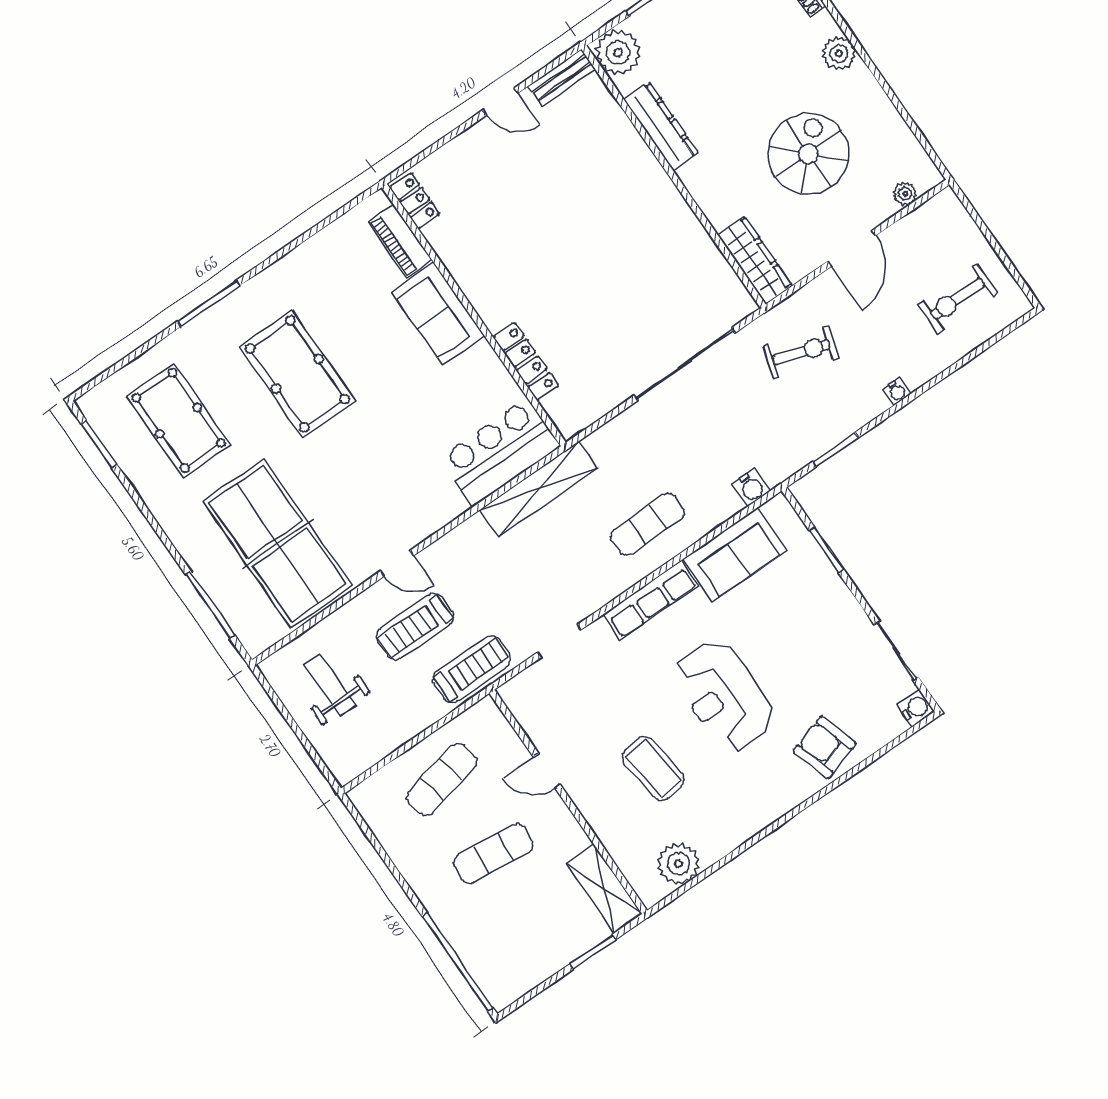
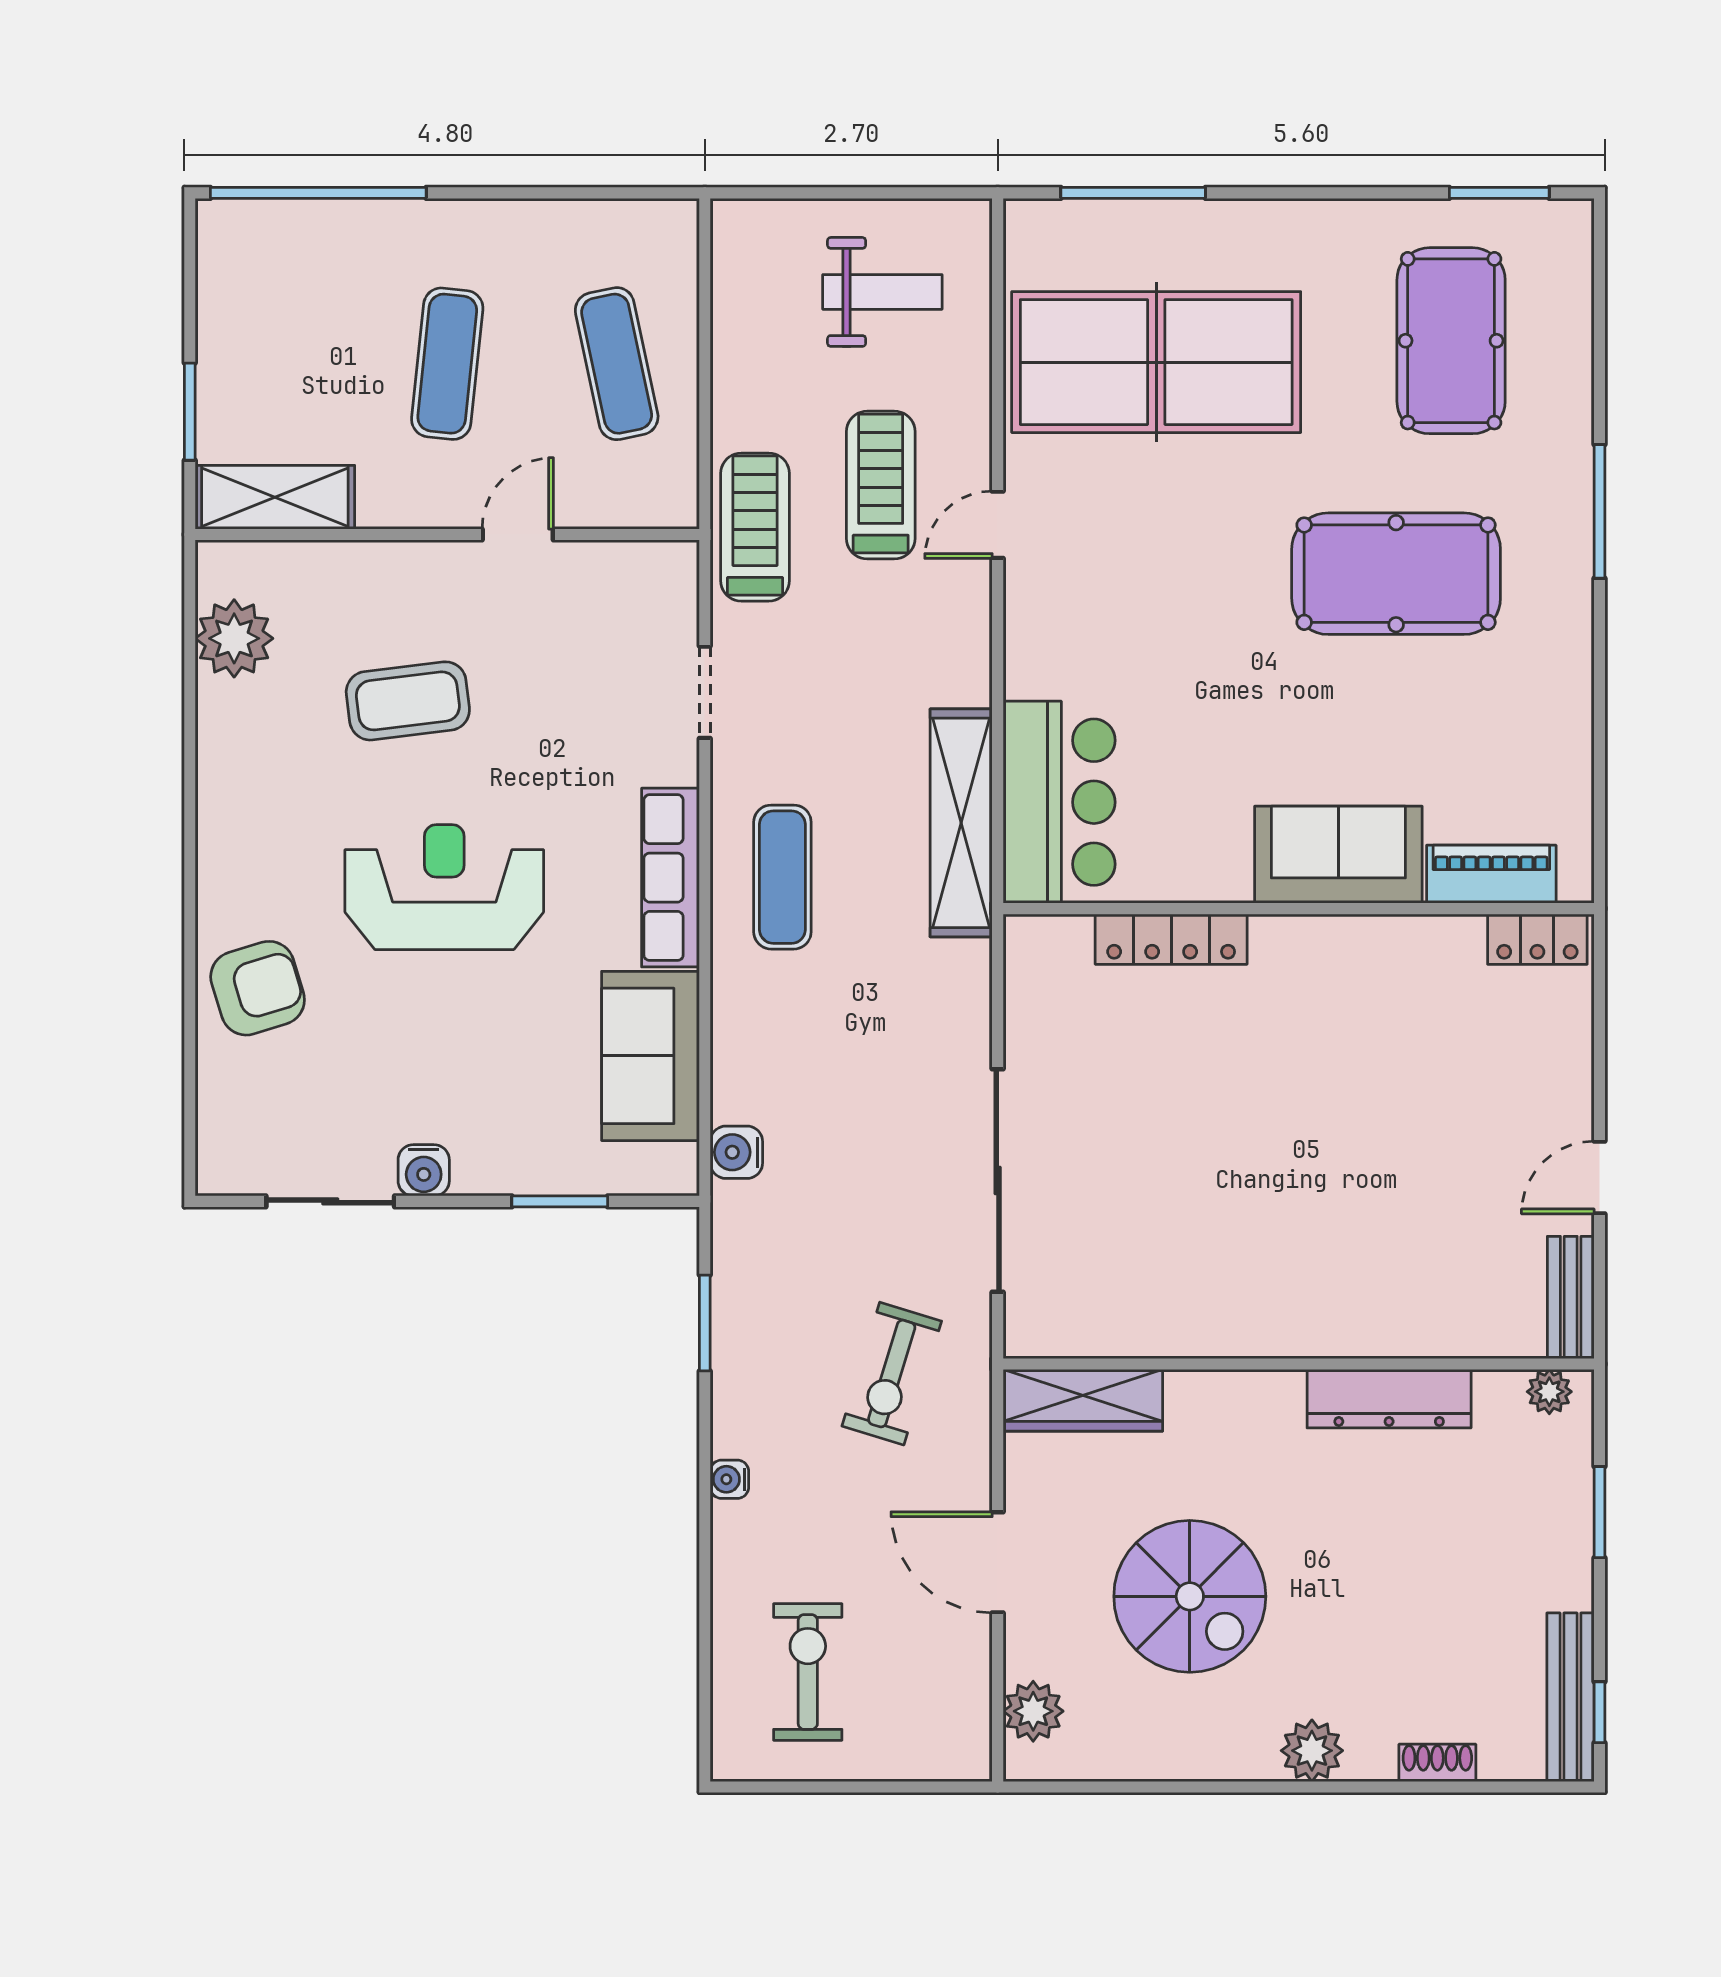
plant: (618, 52) -> (1549, 1392), width x0.53, depth x0.53
plant: (905, 194) -> (1033, 1711), width x1.38, depth x1.38
pool table: (179, 421) -> (1451, 341), turned 90
exercise mat: (648, 524) -> (782, 877), moved
treadmill: (472, 669) -> (755, 527), turned 180
water cooler: (916, 708) -> (424, 1170), moved

